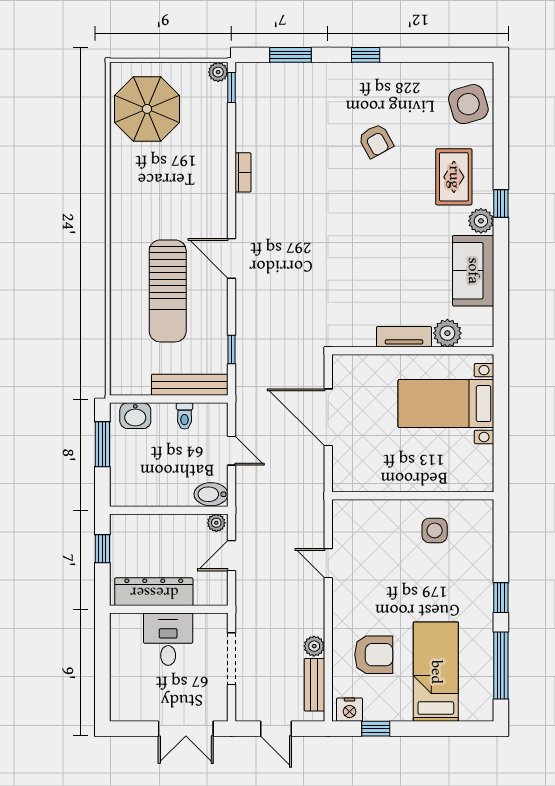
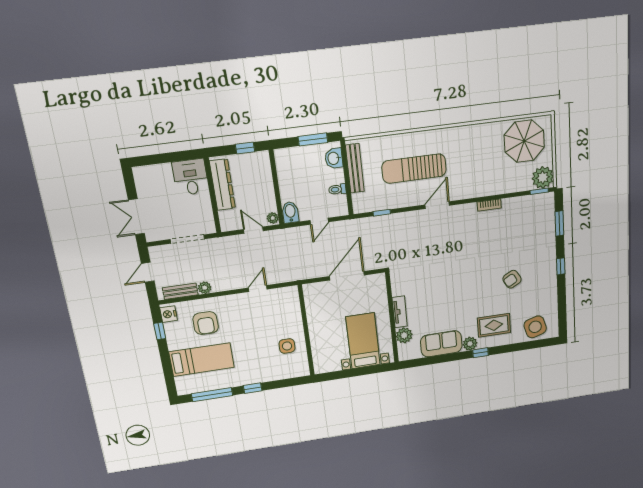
plant: (218, 72) -> (543, 177), width x1.87, depth x1.87
bench: (190, 385) -> (355, 168), moved
desk: (168, 639) -> (191, 177), moved, turned -90

